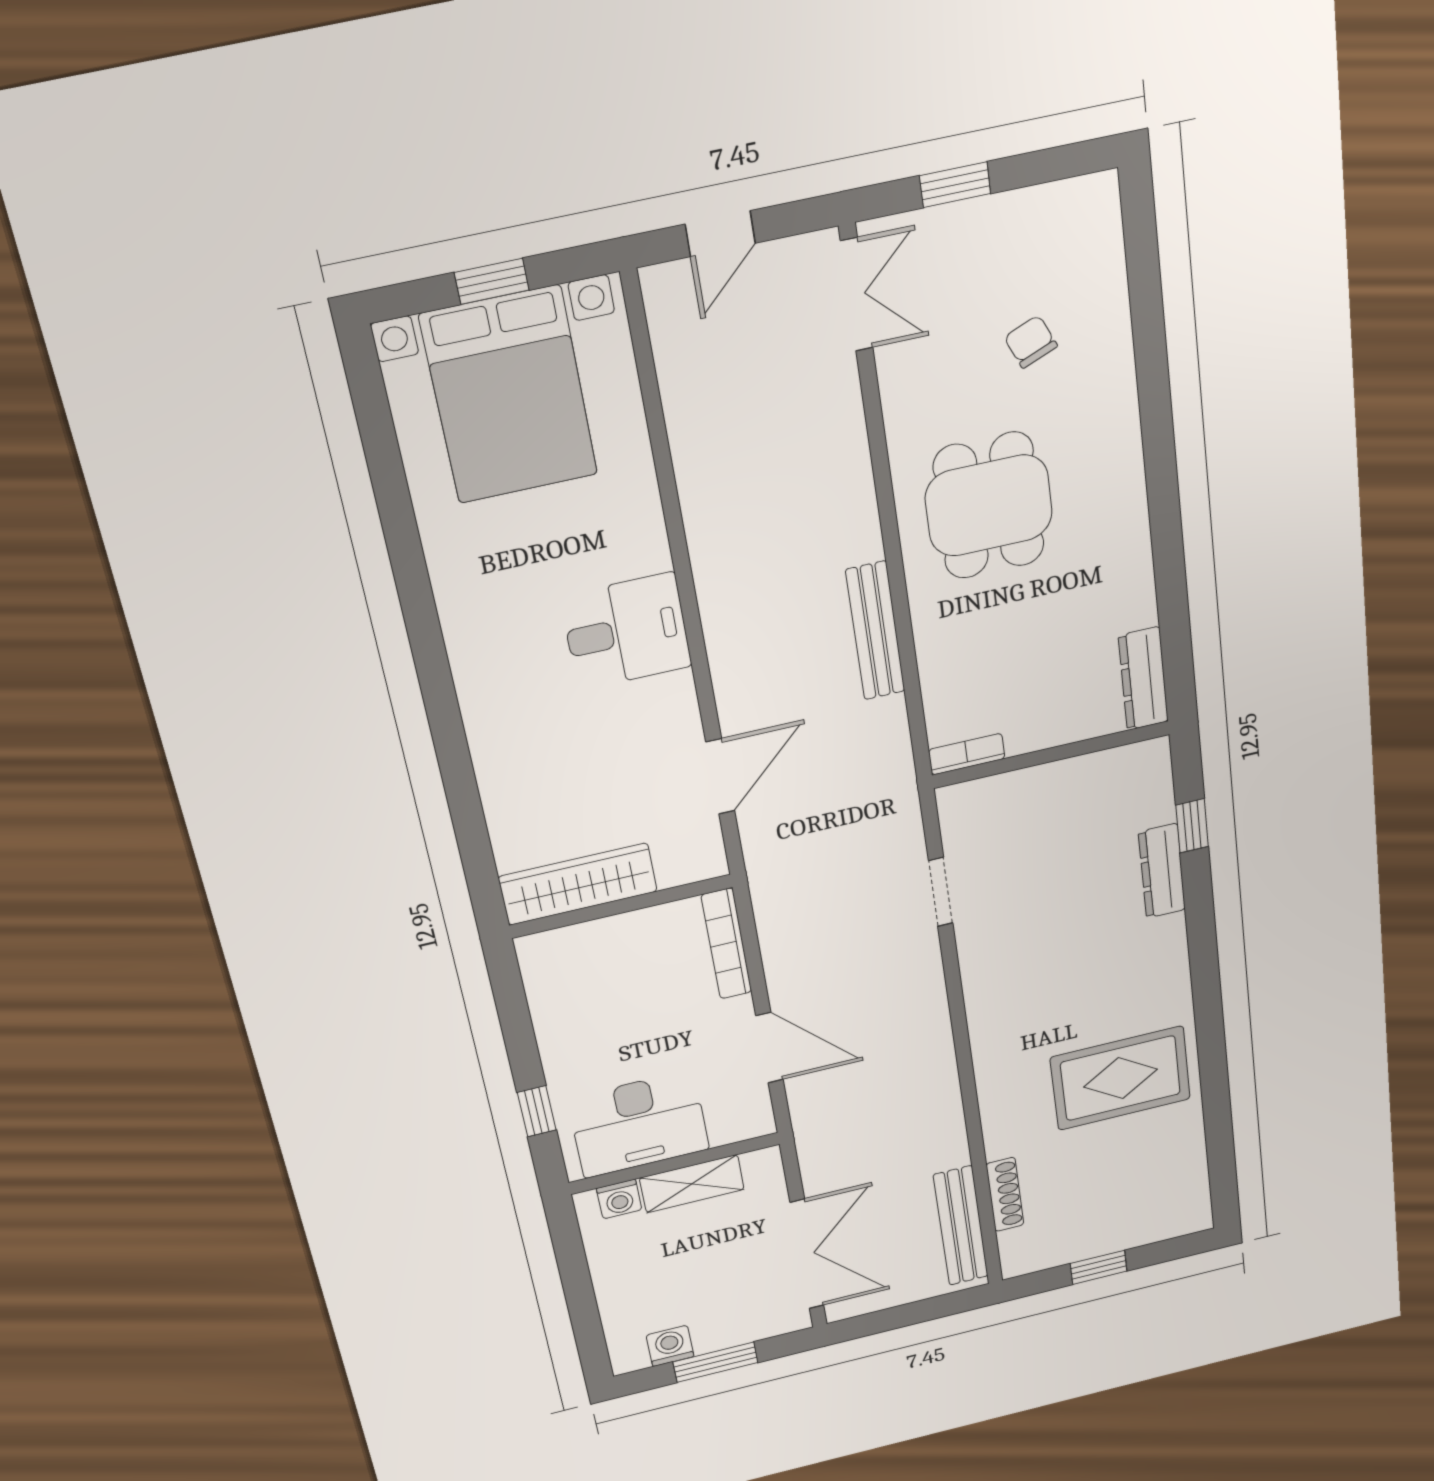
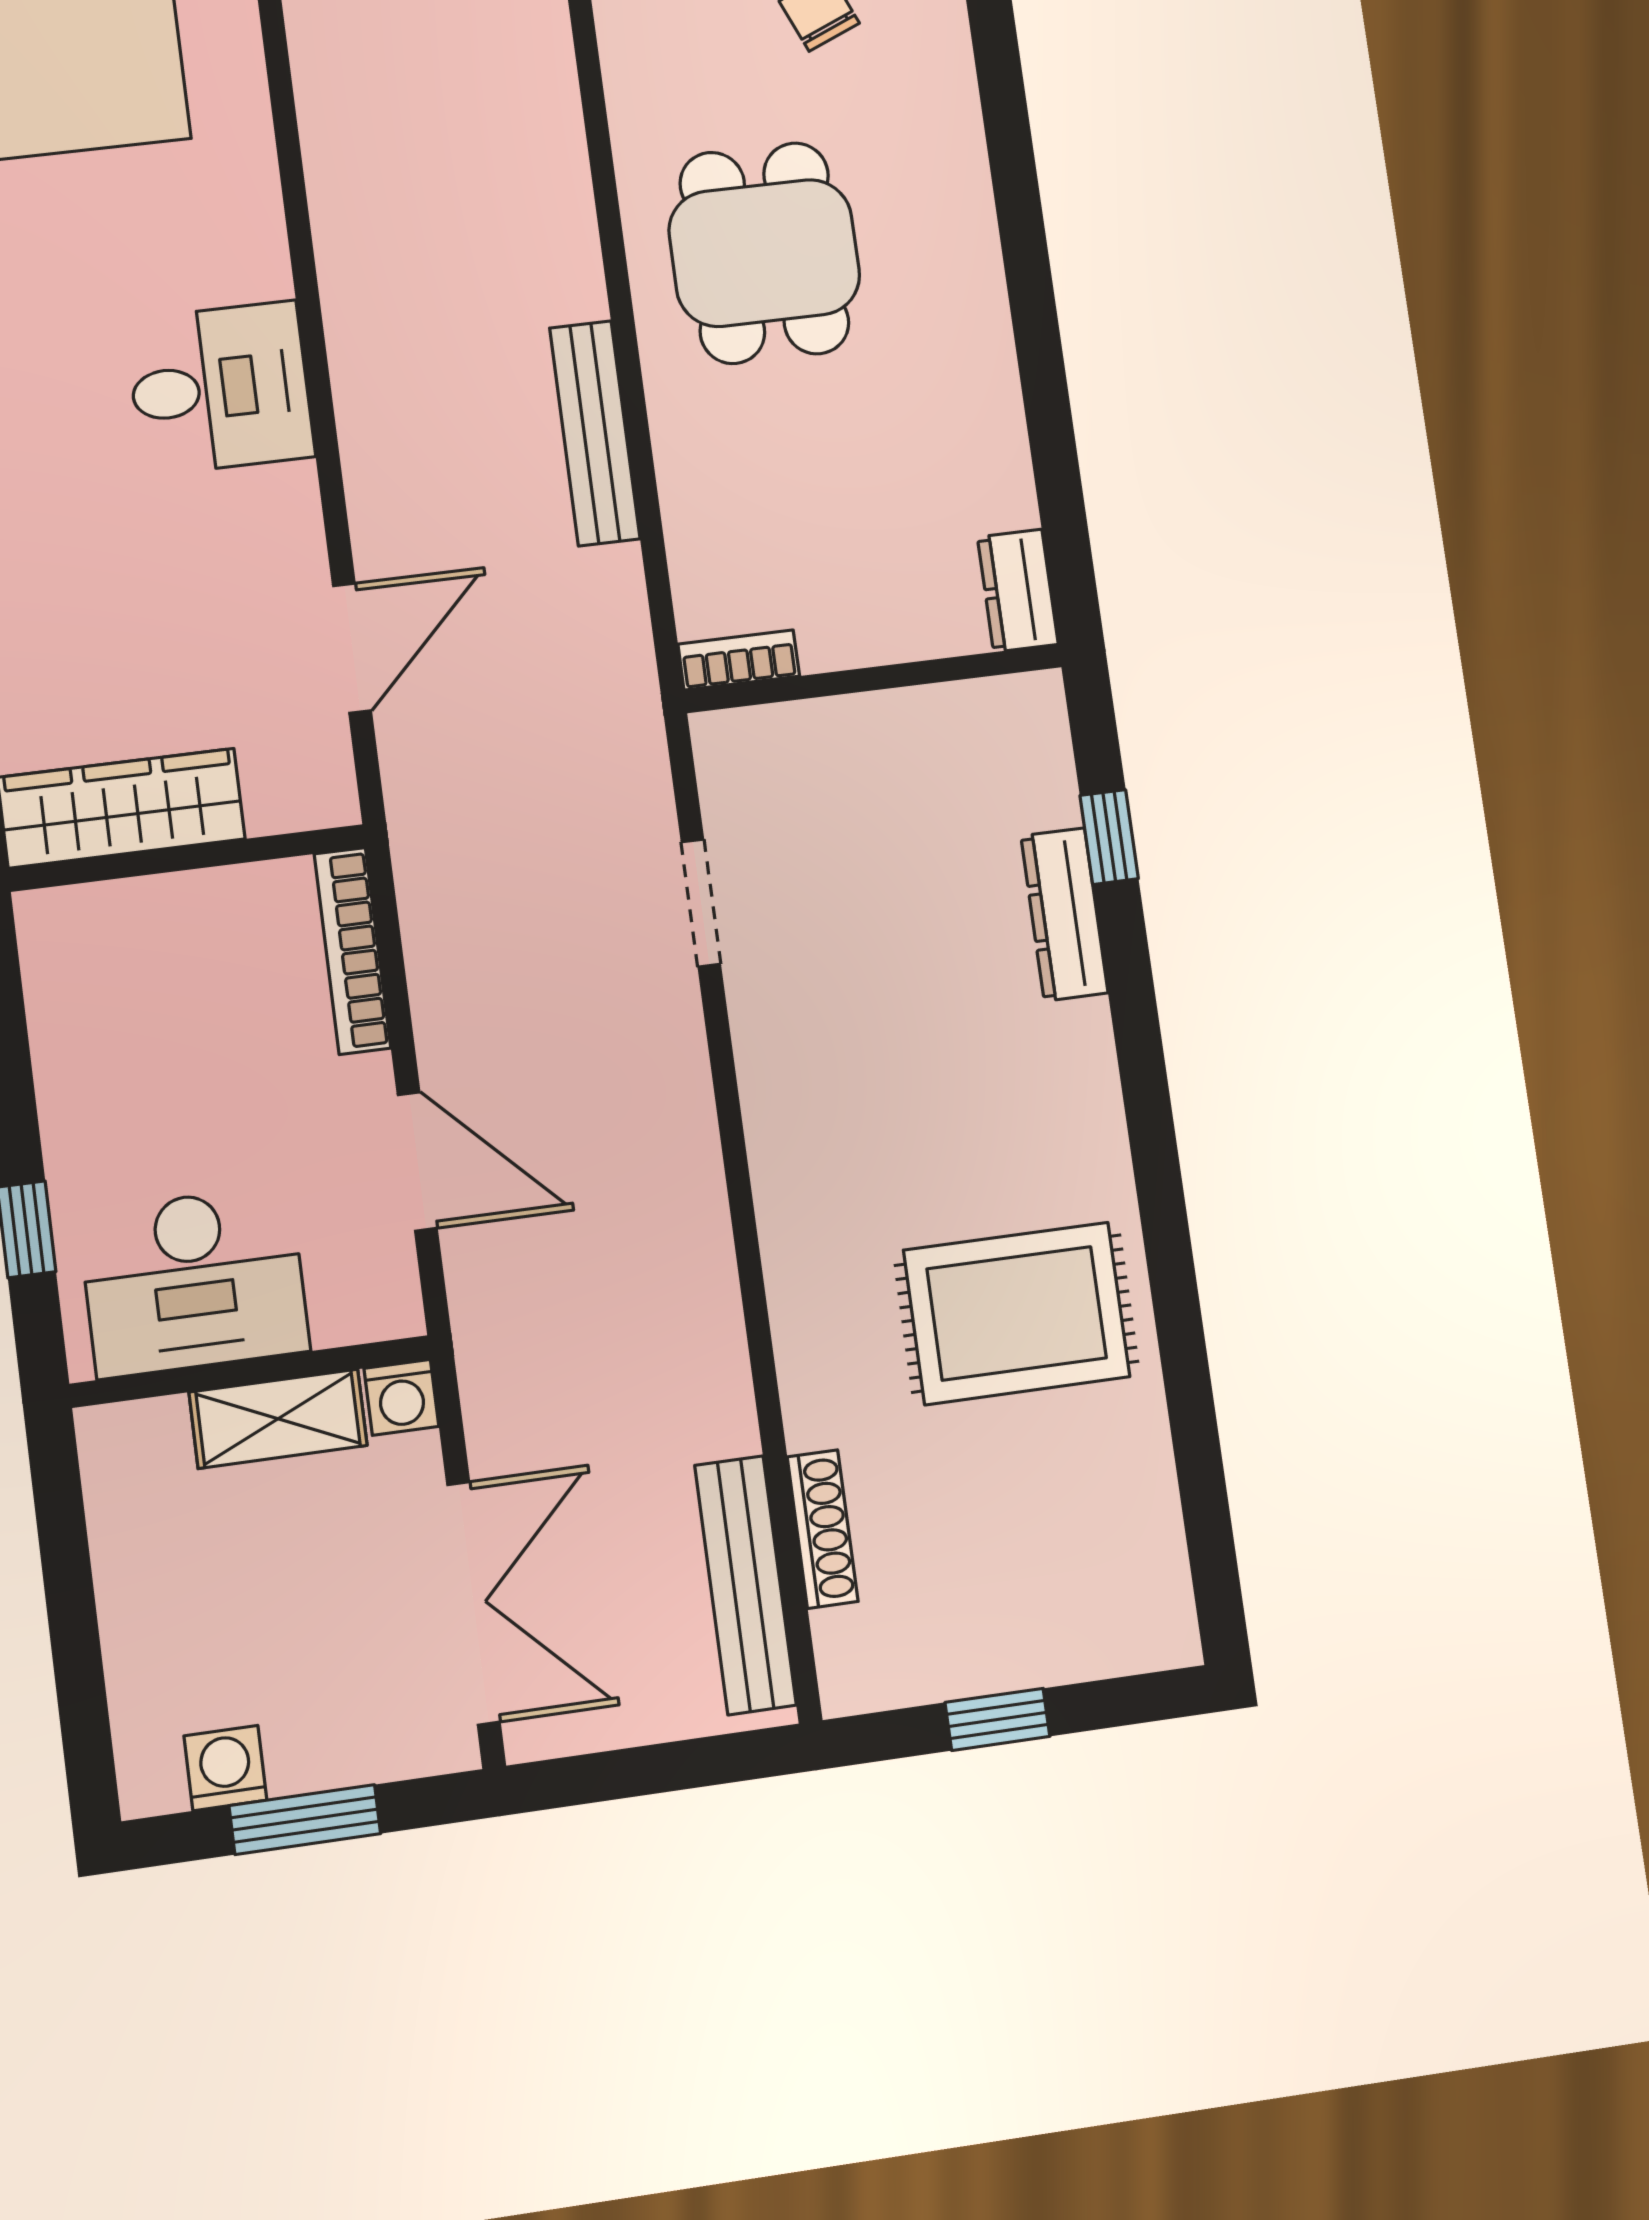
dresser: (1143, 679) -> (1018, 591), width x0.70
washing machine: (619, 1199) -> (401, 1397), moved

